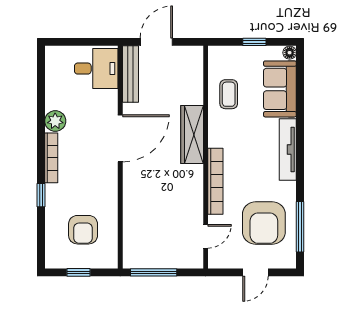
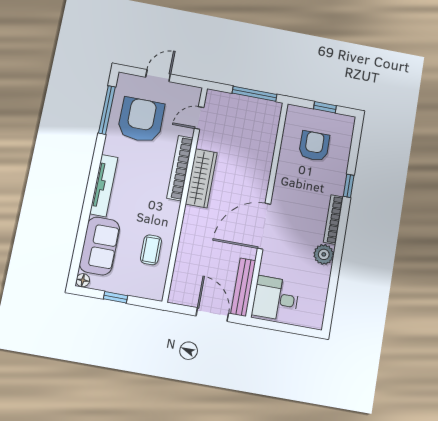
door: (156, 42) -> (212, 315), swing flipped
wardrobe: (192, 134) -> (201, 178), moved

